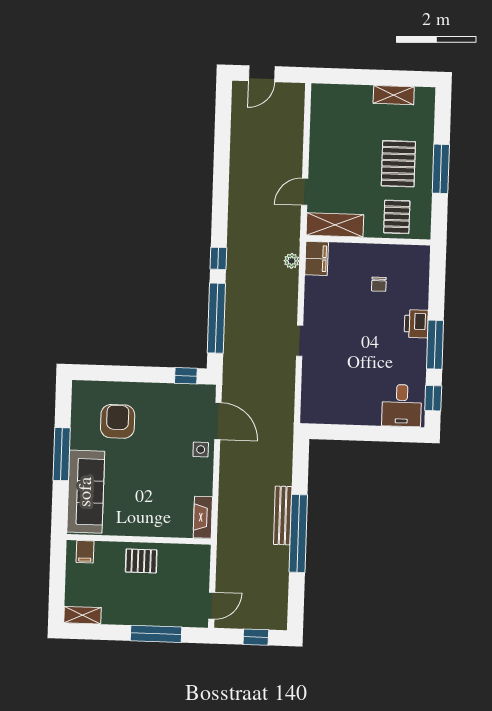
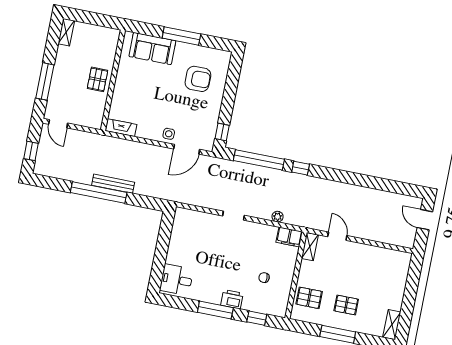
shelving: (394, 95) -> (392, 325), moved
pallet: (398, 164) -> (346, 305), width x0.67, depth x0.71
shelving: (335, 225) -> (310, 247), width x0.67, depth x0.75
plant: (292, 261) -> (278, 217), moved
window: (433, 398) -> (257, 318), moved
sofa: (86, 492) -> (152, 49), width x0.73
filing cabinet: (85, 552) -> (110, 41), removed

